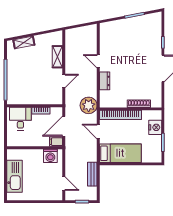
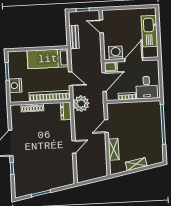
shelving: (24, 42) -> (136, 164), moved
door: (98, 61) -> (74, 147), hinge flipped
dresser: (105, 81) -> (66, 111), moved
door: (32, 148) -> (134, 60), added

